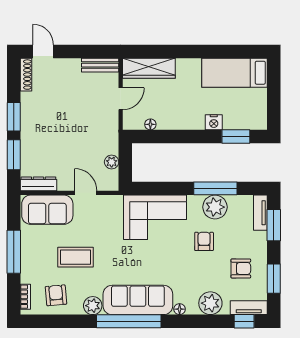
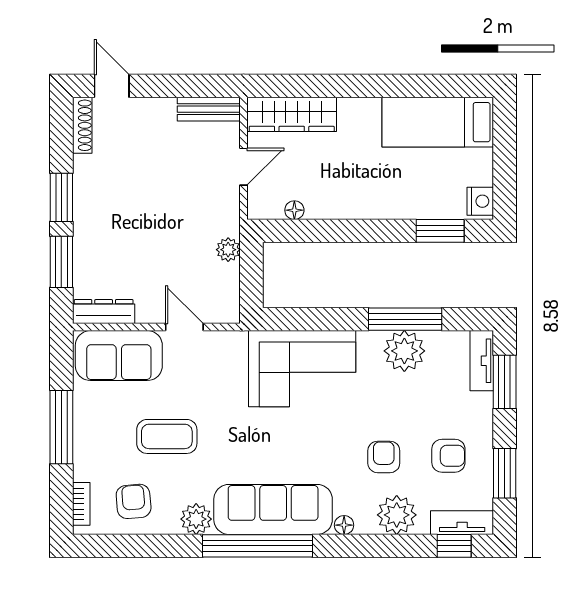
nightstand: (214, 122) -> (480, 201), moved, turned -90
plant: (112, 162) -> (228, 250), moved
armchair: (204, 241) -> (384, 457), moved

